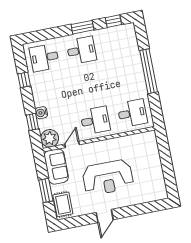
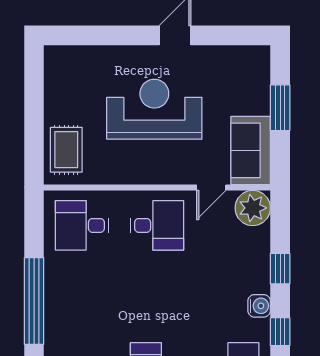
water cooler: (41, 113) -> (259, 306), moved
desk: (95, 120) -> (157, 225), turned 180
window: (32, 122) -> (280, 269), moved
rug: (63, 204) -> (66, 150), moved

